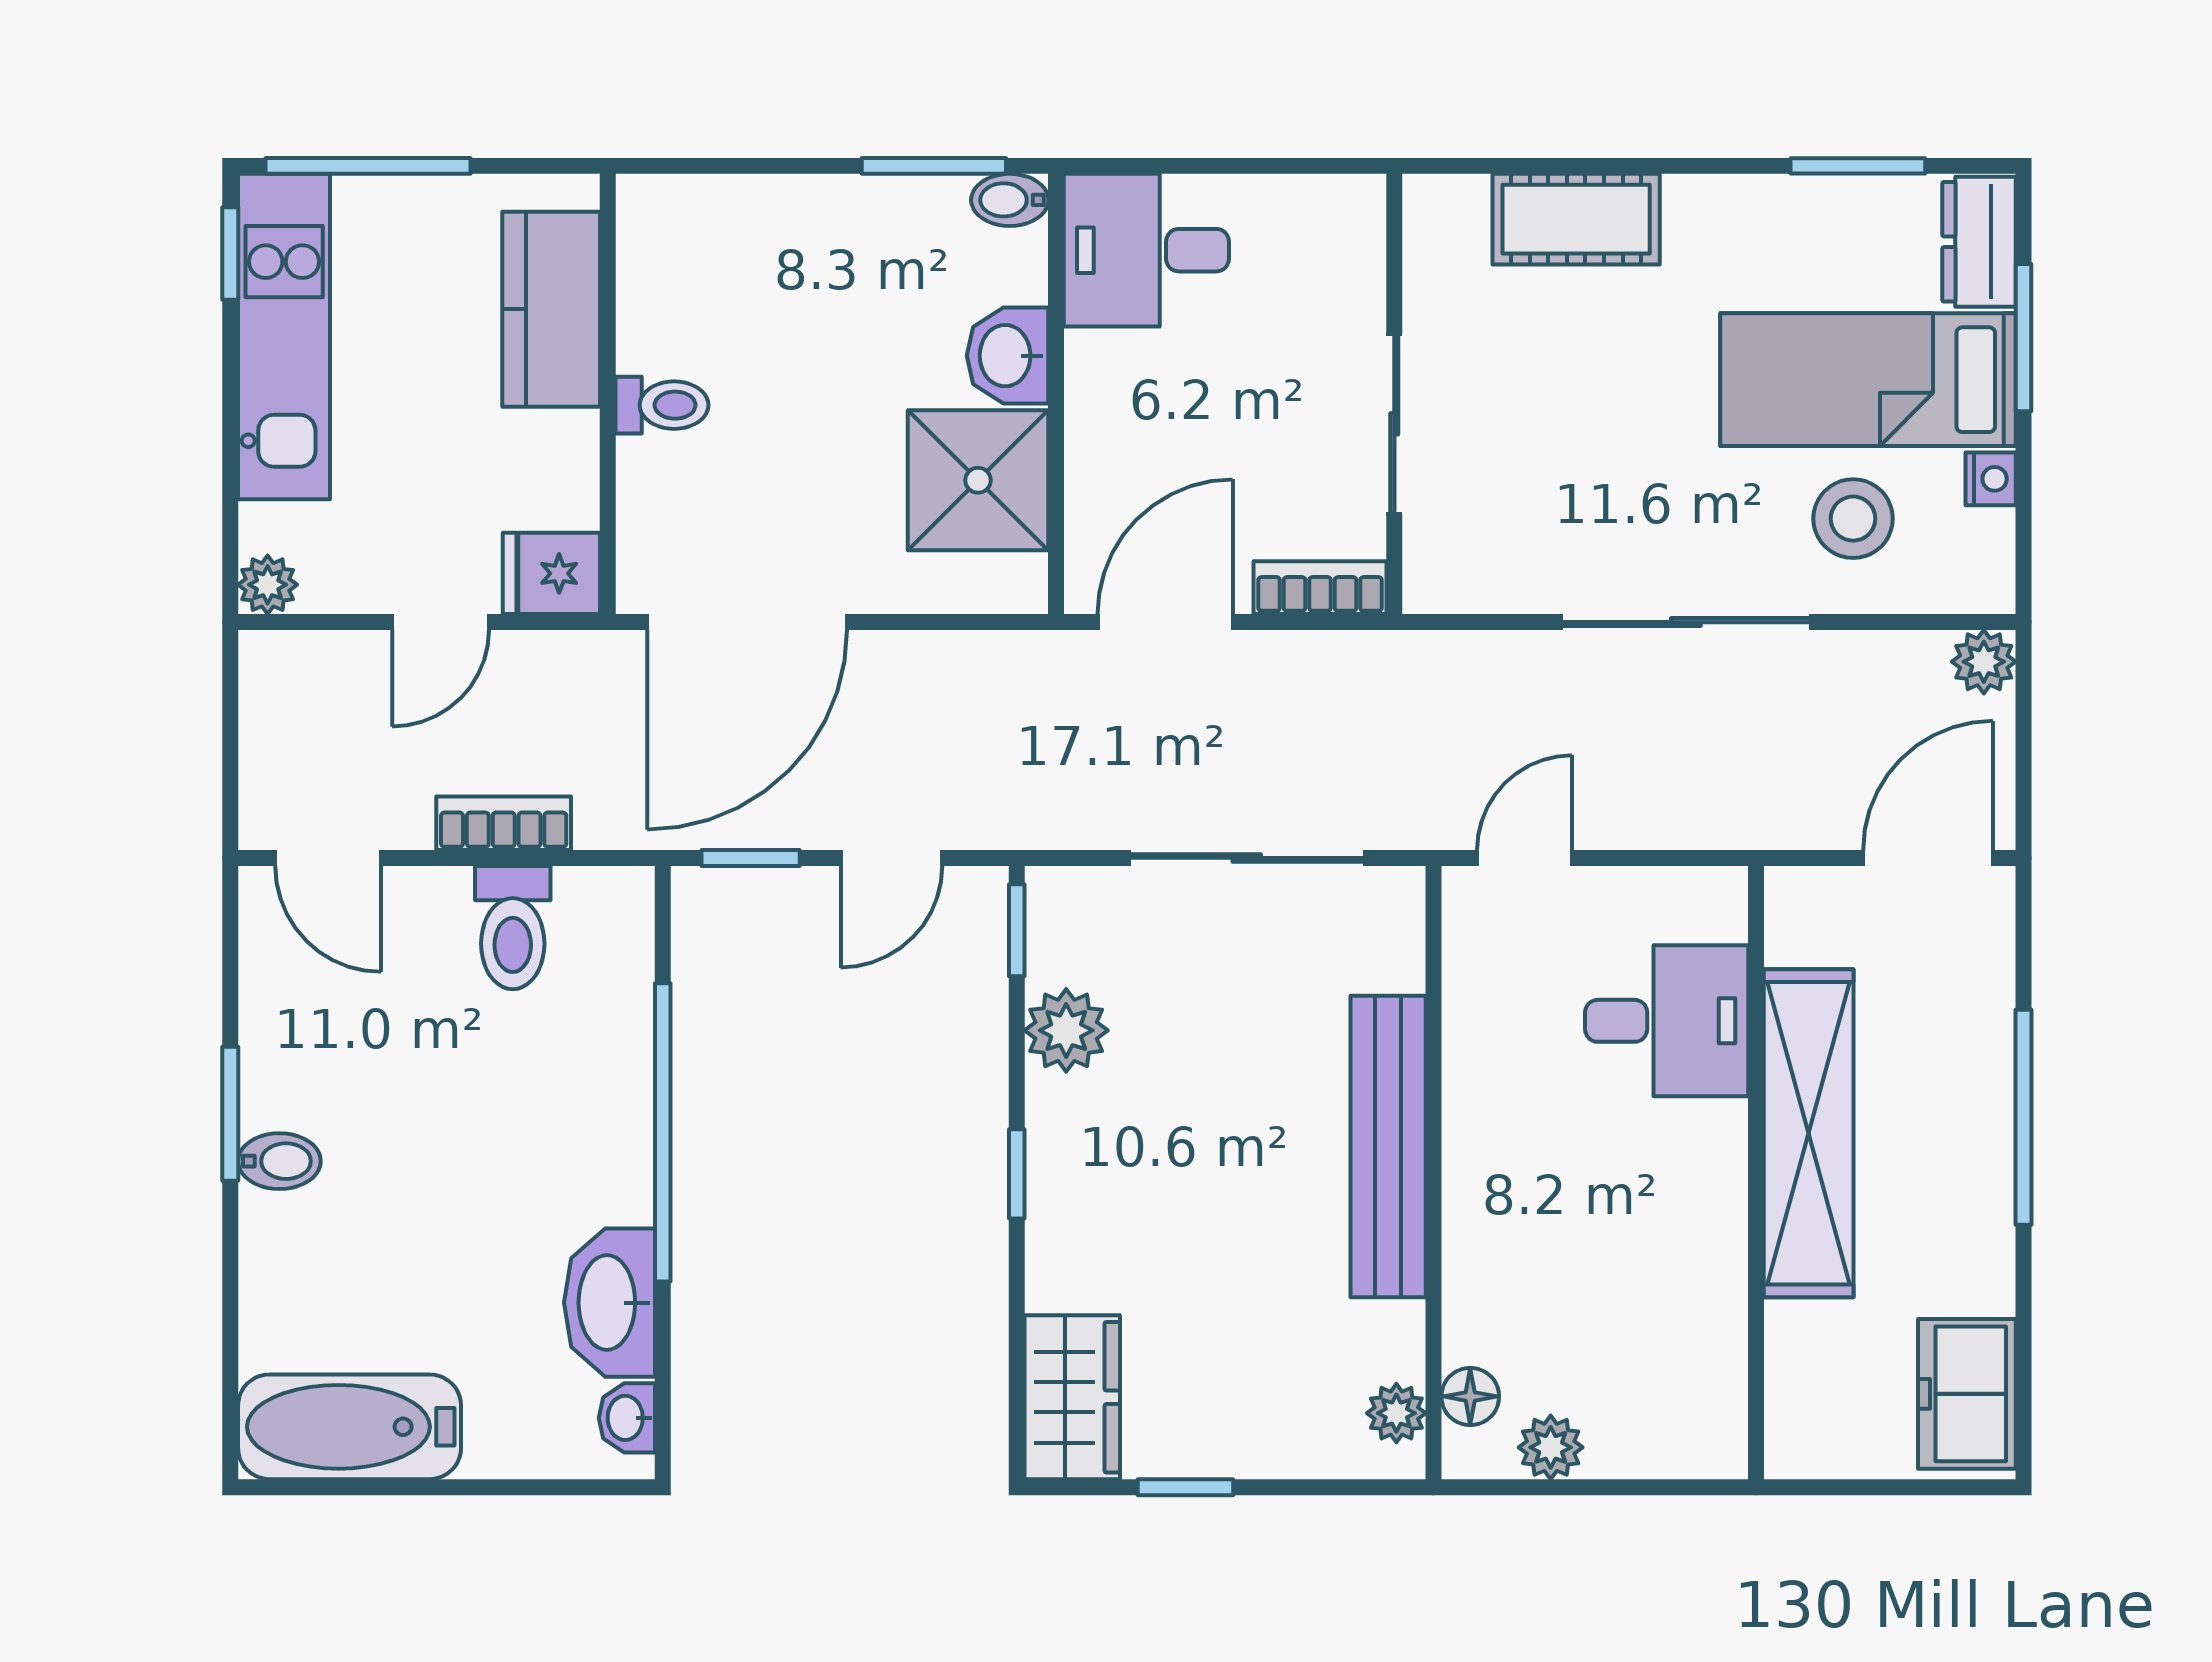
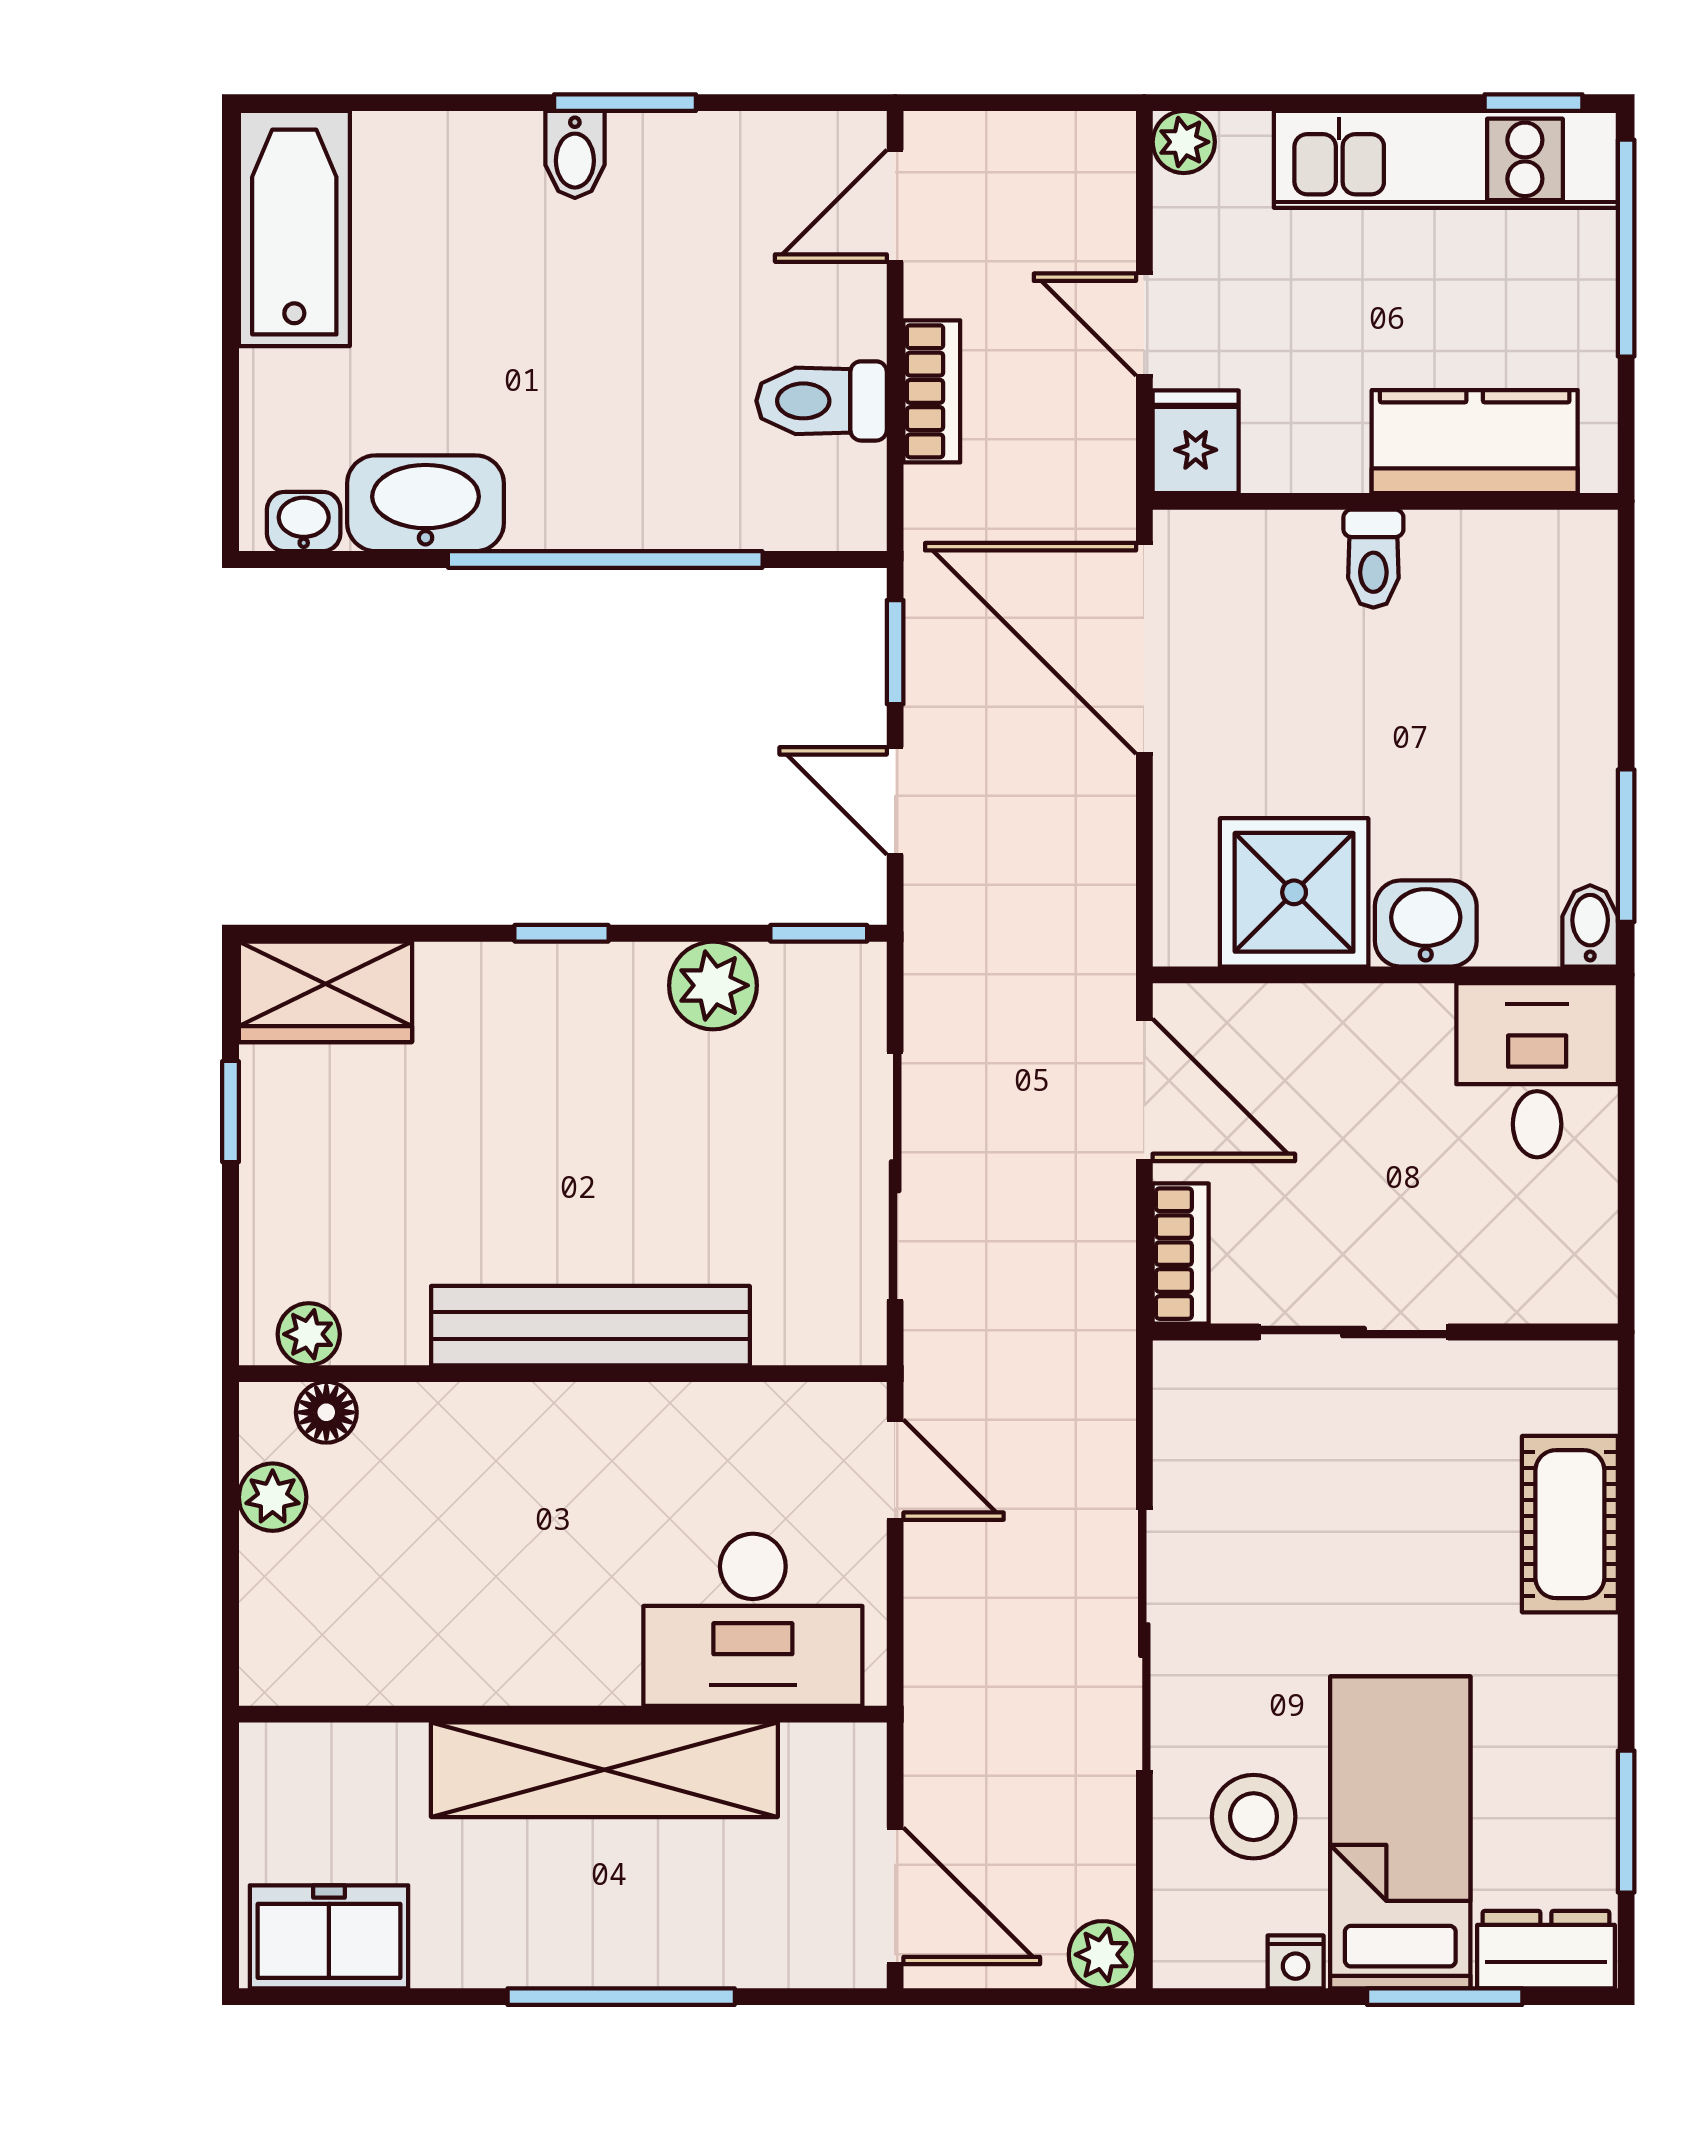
desk: (1667, 1021) -> (753, 1620), width x1.37

